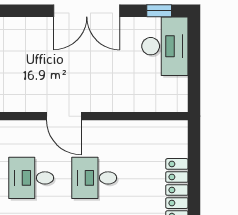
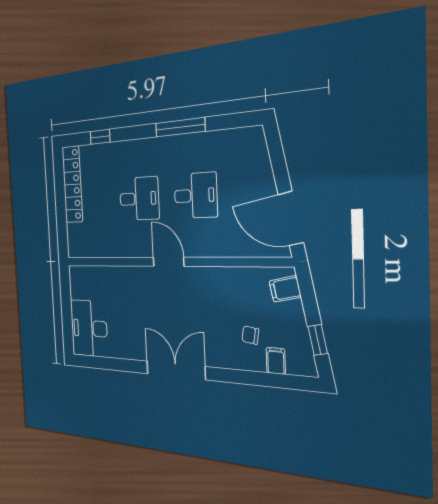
double door: (87, 11) -> (176, 370), moved
window: (159, 11) -> (95, 362), removed

